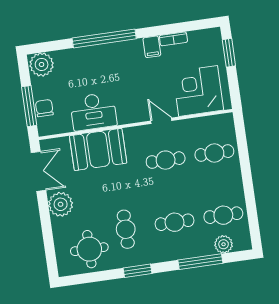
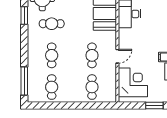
plant: (224, 244) -> (33, 84), removed
window: (200, 262) -> (24, 81), moved
window: (138, 271) -> (24, 16), moved

